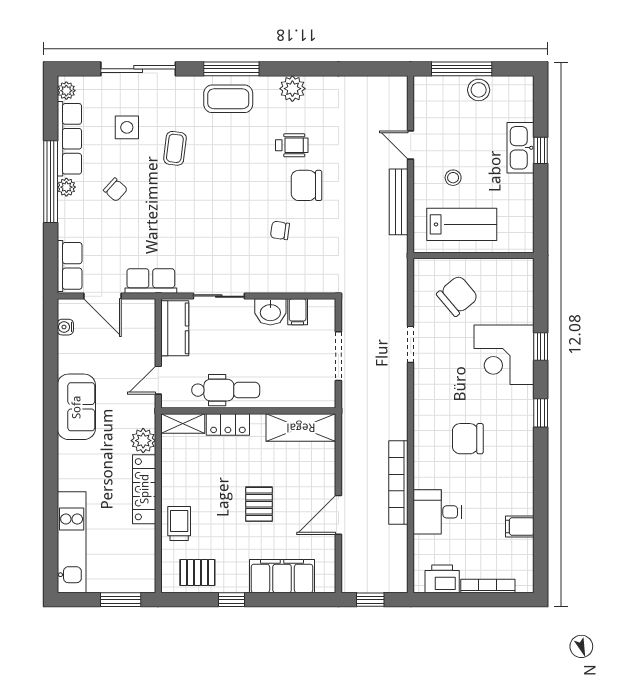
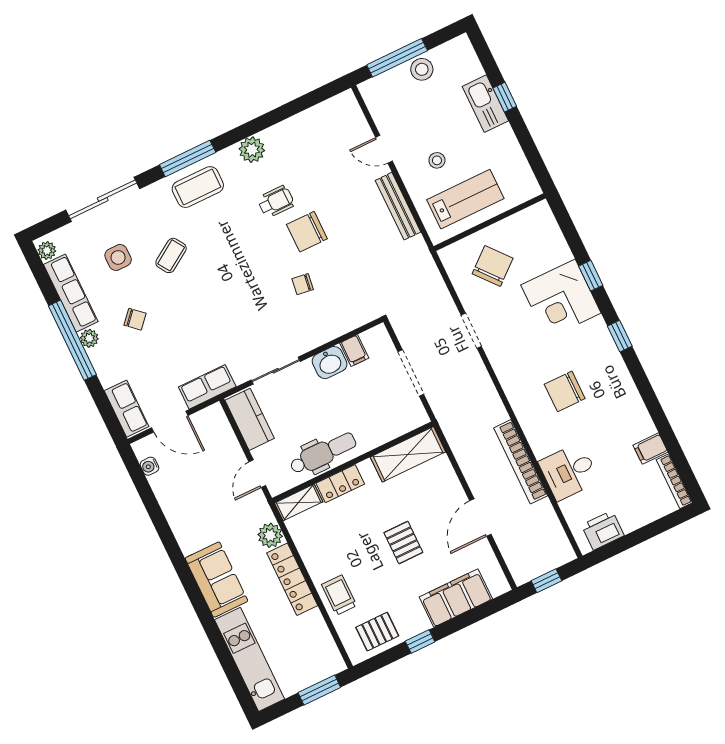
coffee table: (175, 148) -> (171, 255), turned 50
sofa: (76, 407) -> (216, 580), moved
bookcase: (488, 586) -> (674, 481), moved, turned -90

